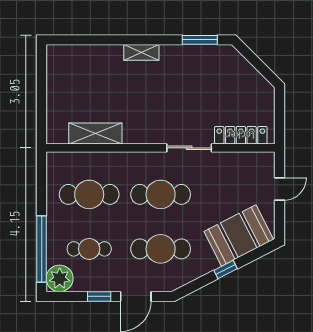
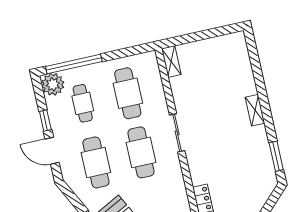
shelving: (95, 134) -> (171, 62), moved, width x0.67, depth x0.75
sliding door: (189, 148) -> (177, 133), moved

